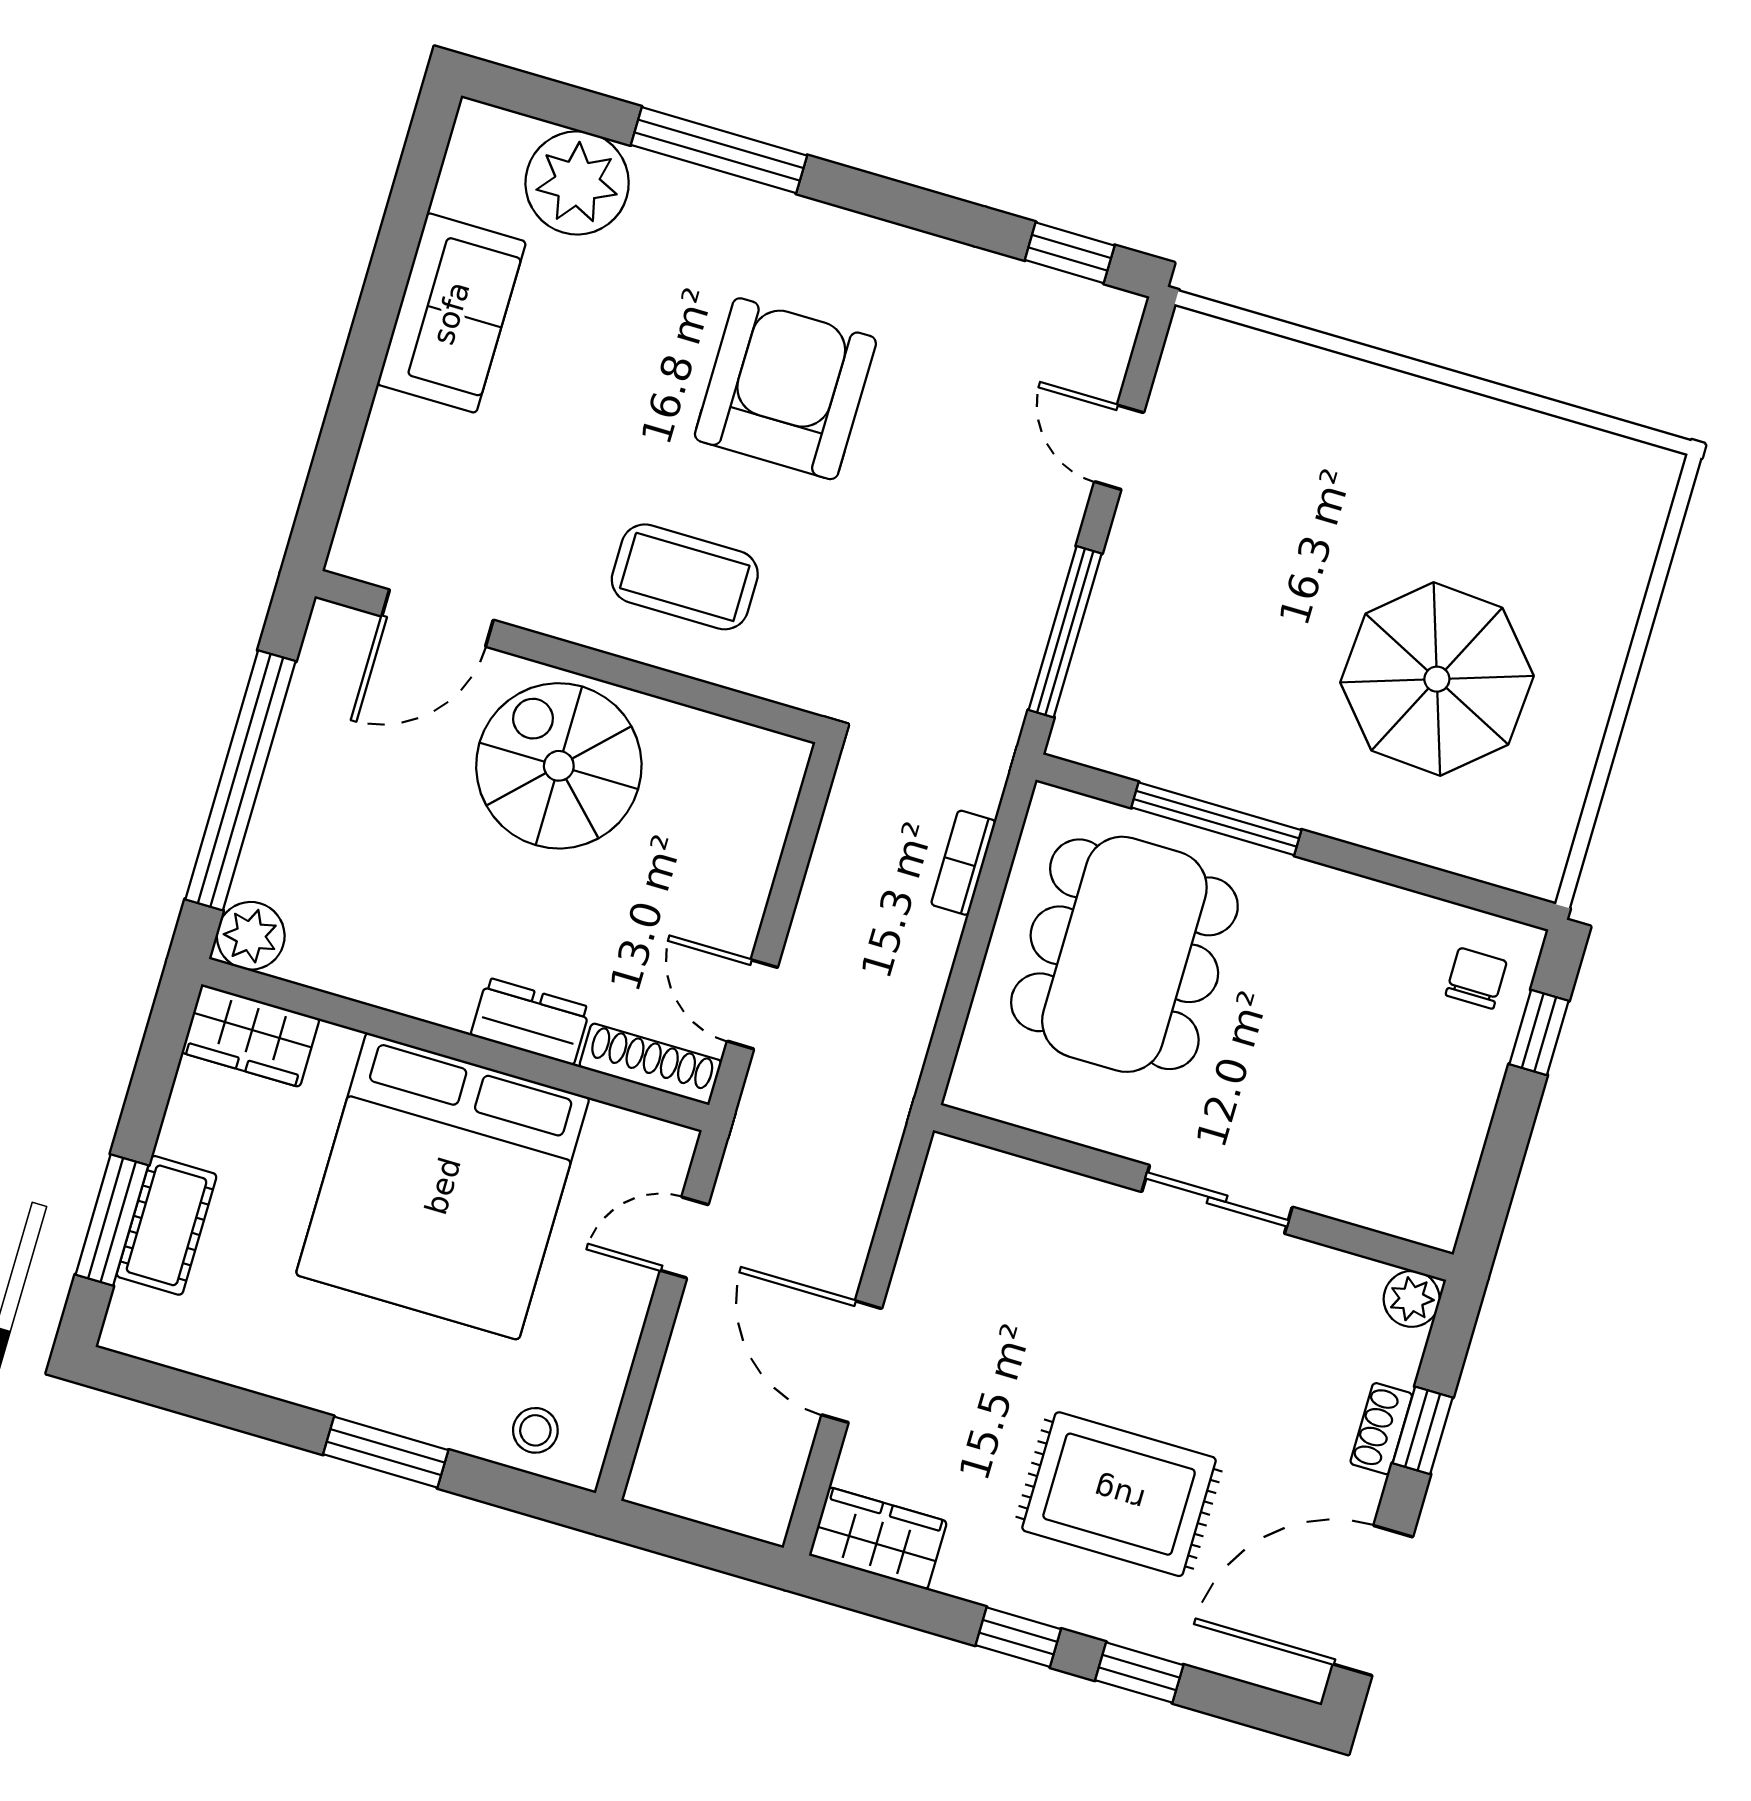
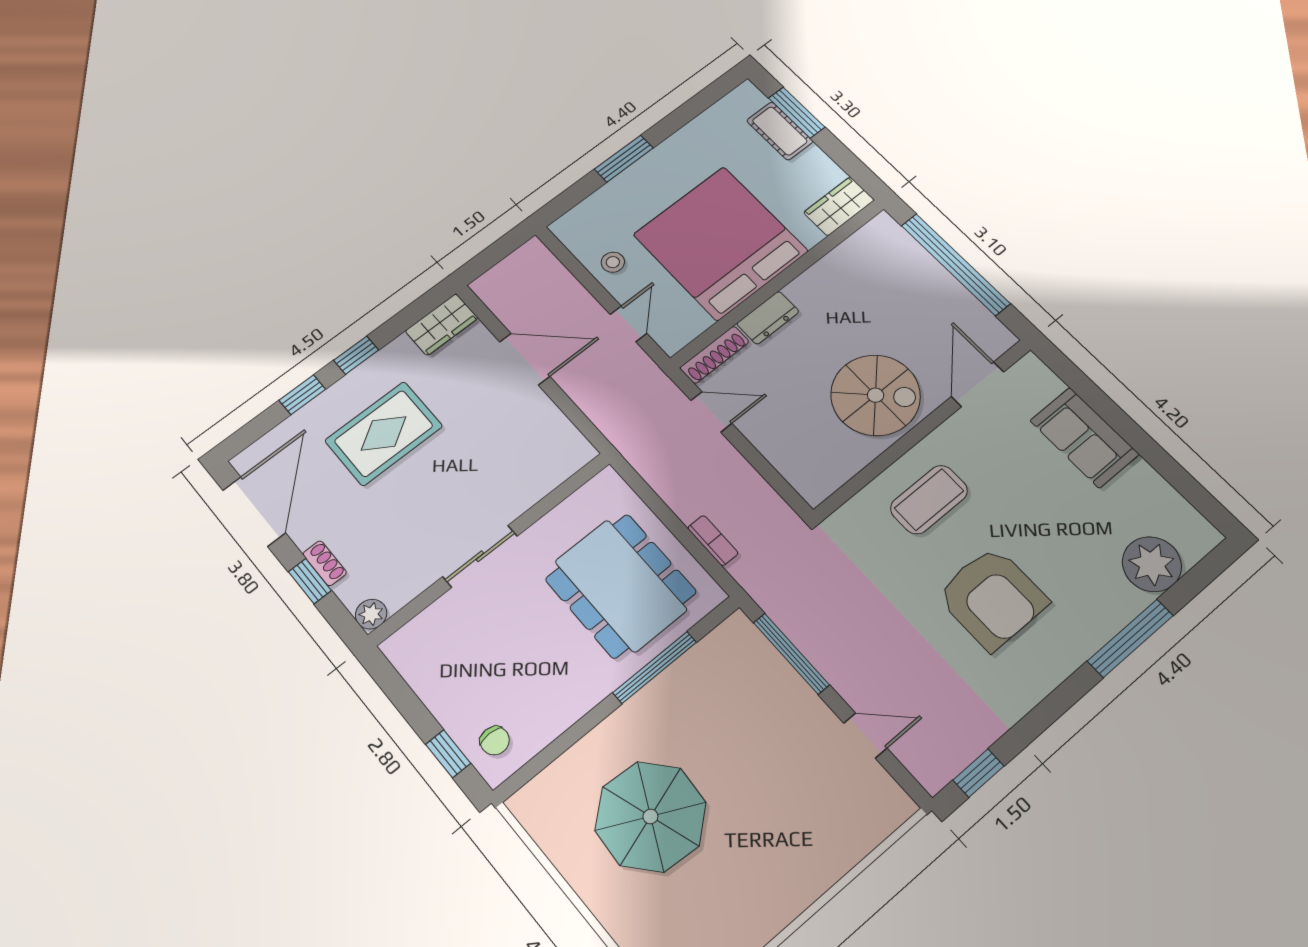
sofa: (451, 313) -> (1084, 437), moved
plant: (251, 936) -> (883, 230), removed
stool: (535, 1430) -> (613, 262), moved

